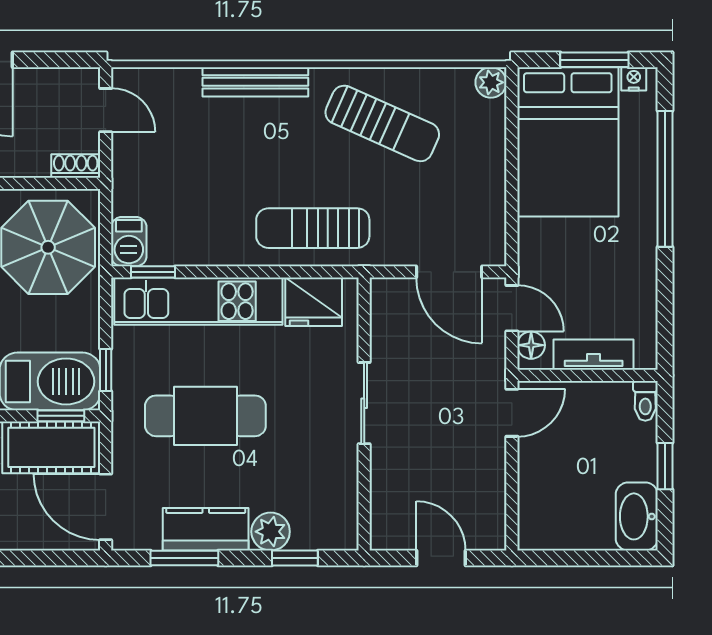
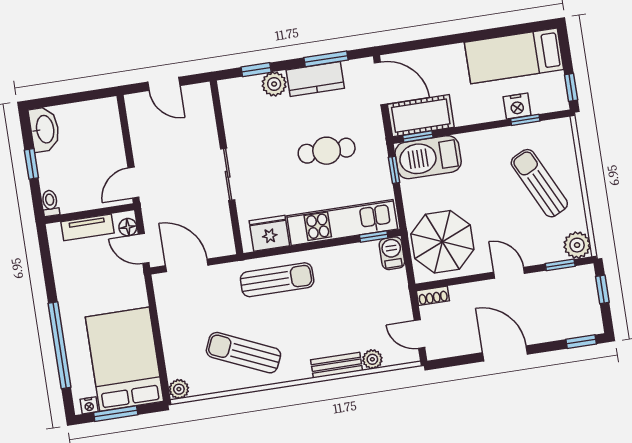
plant: (184, 82) -> (372, 359), added
bench: (255, 82) -> (337, 365), width x0.73
cafe table: (205, 416) -> (327, 151), width x0.73, depth x0.74

